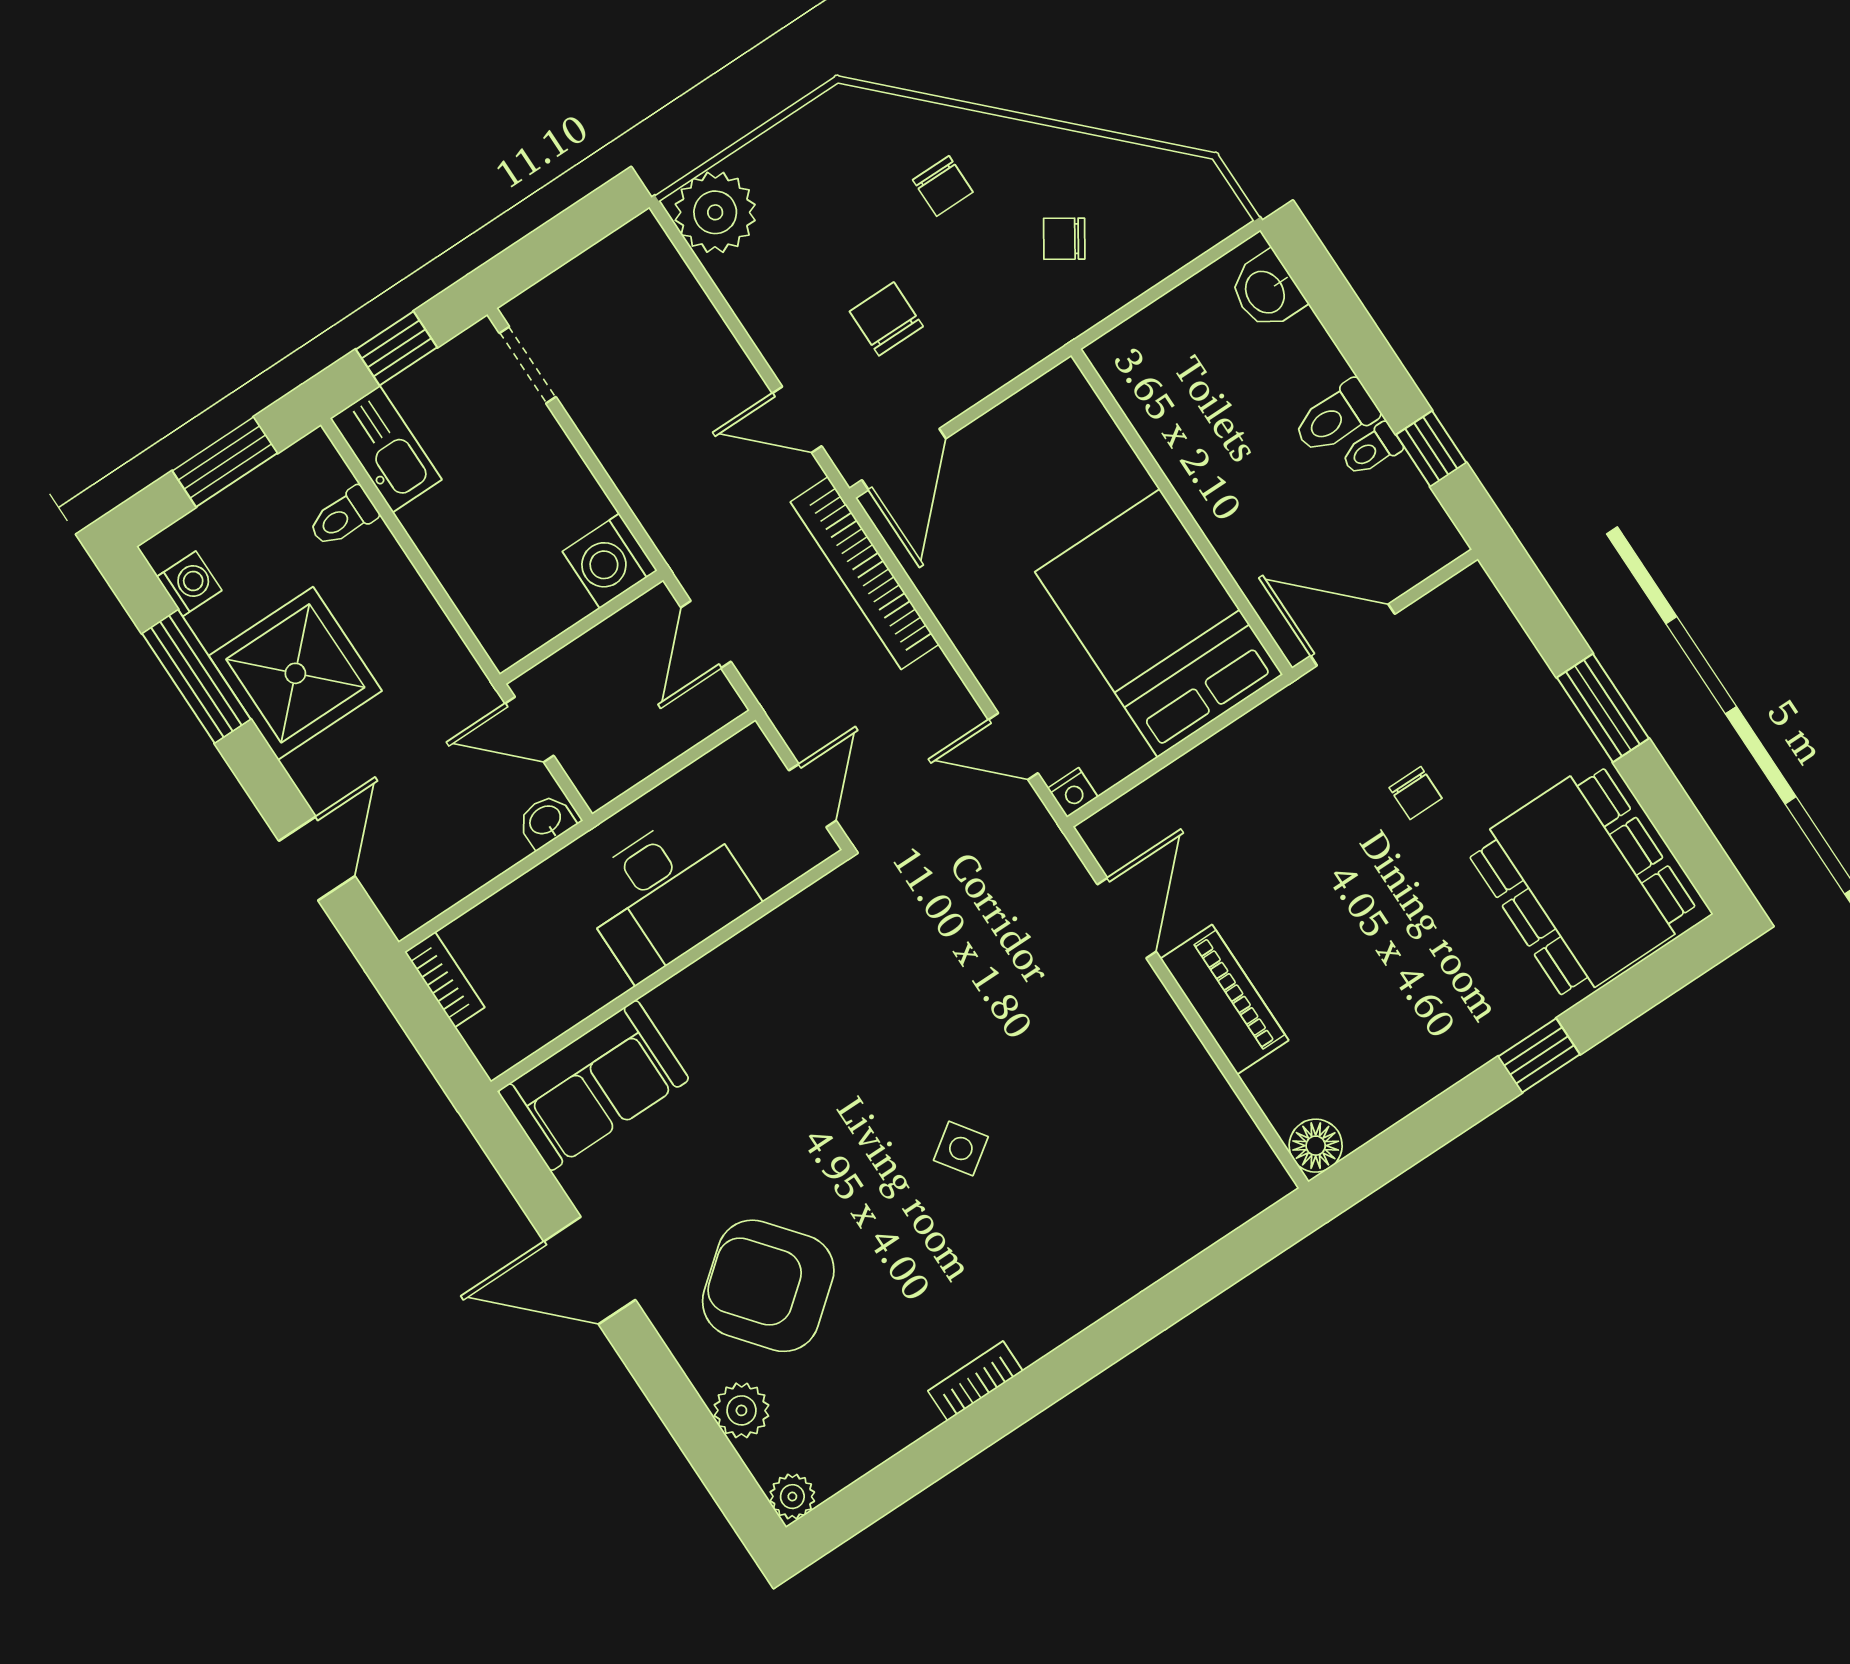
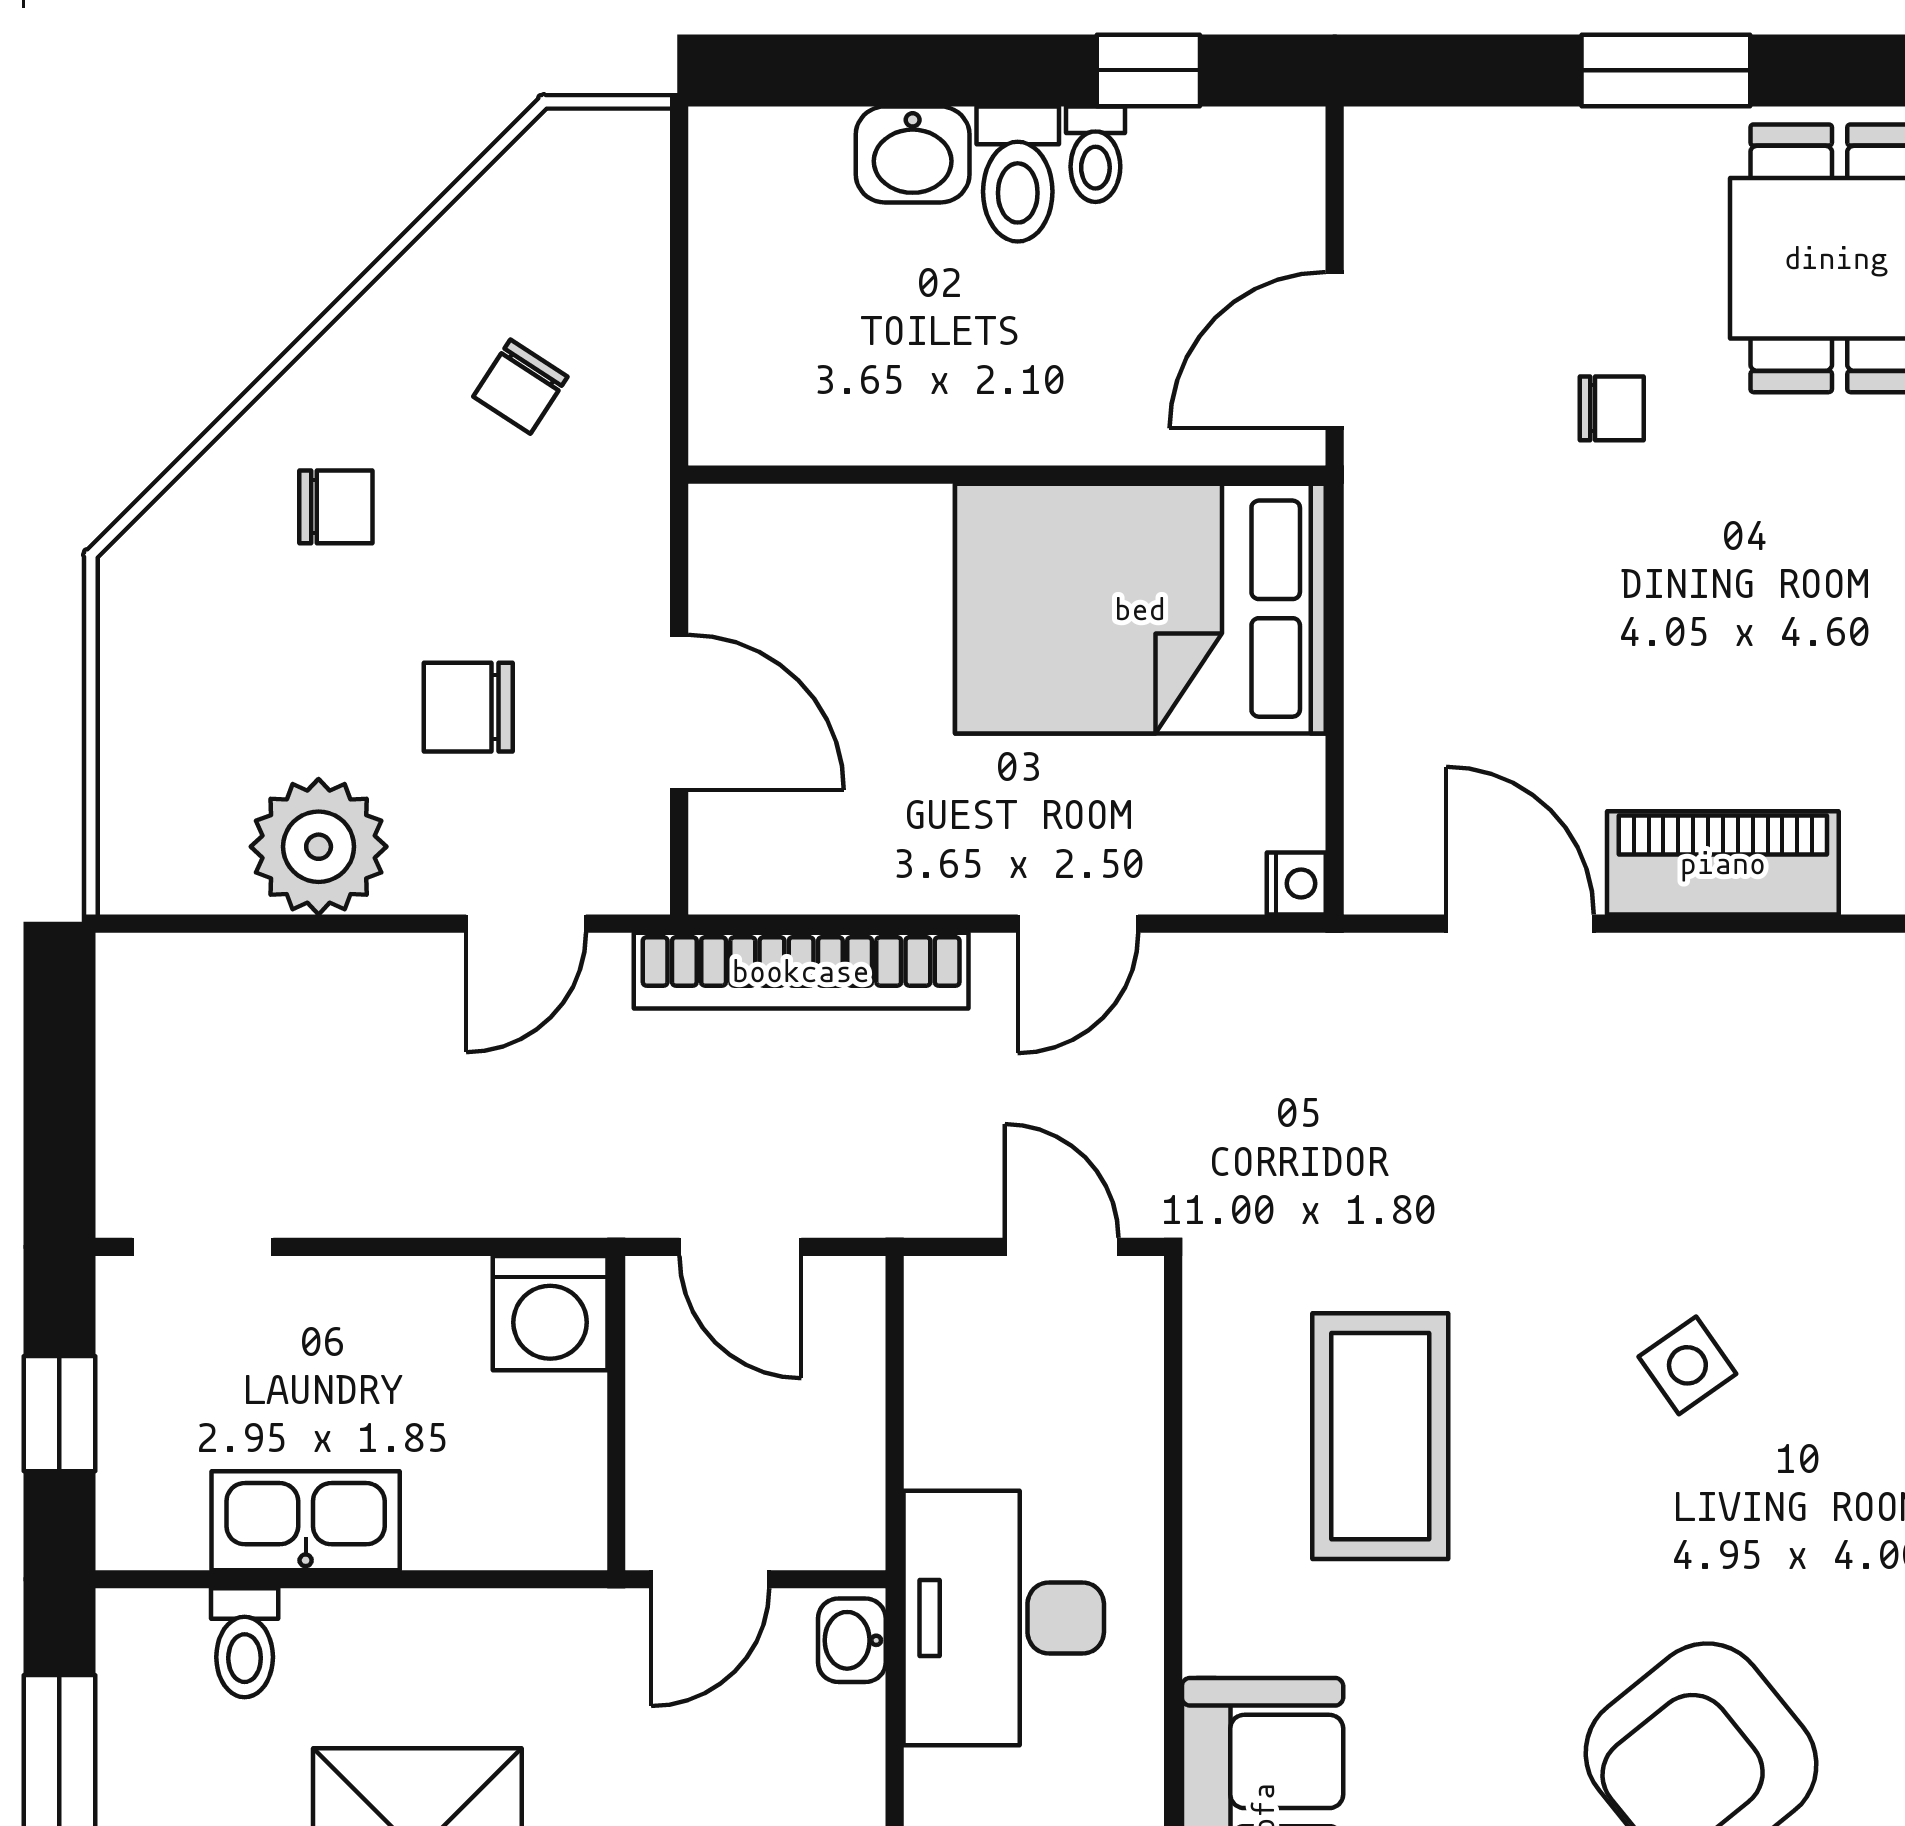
plant: (715, 212) -> (319, 847), moved
washbasin: (1266, 291) -> (913, 154), moved
kitchen sink: (386, 449) -> (306, 1521), moved
door: (904, 459) -> (679, 712), moved
door: (1013, 746) -> (1078, 924), moved
desk: (666, 894) -> (1004, 1618), moved, turned 180
coffee table: (823, 1018) -> (1380, 1436), added

